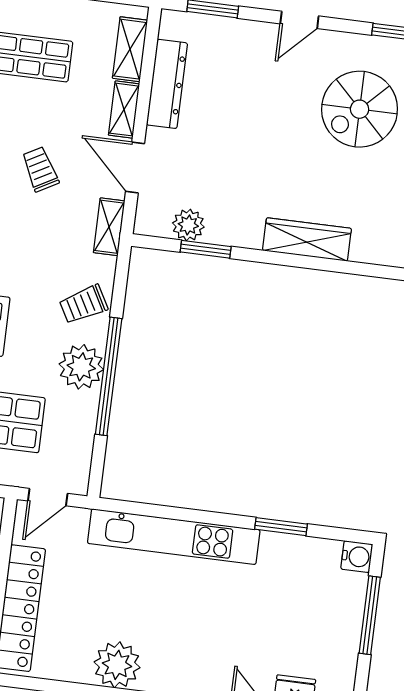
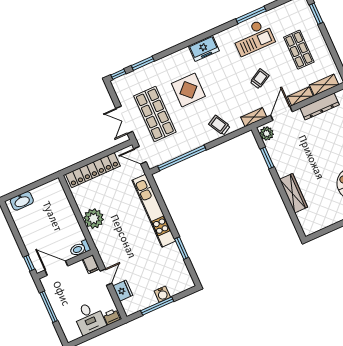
plant: (188, 225) -> (267, 134), moved
plant: (81, 367) -> (196, 138), removed
window: (109, 376) -> (182, 158), moved
water cooler: (357, 557) -> (162, 294), moved
window: (370, 615) -> (157, 306), moved

